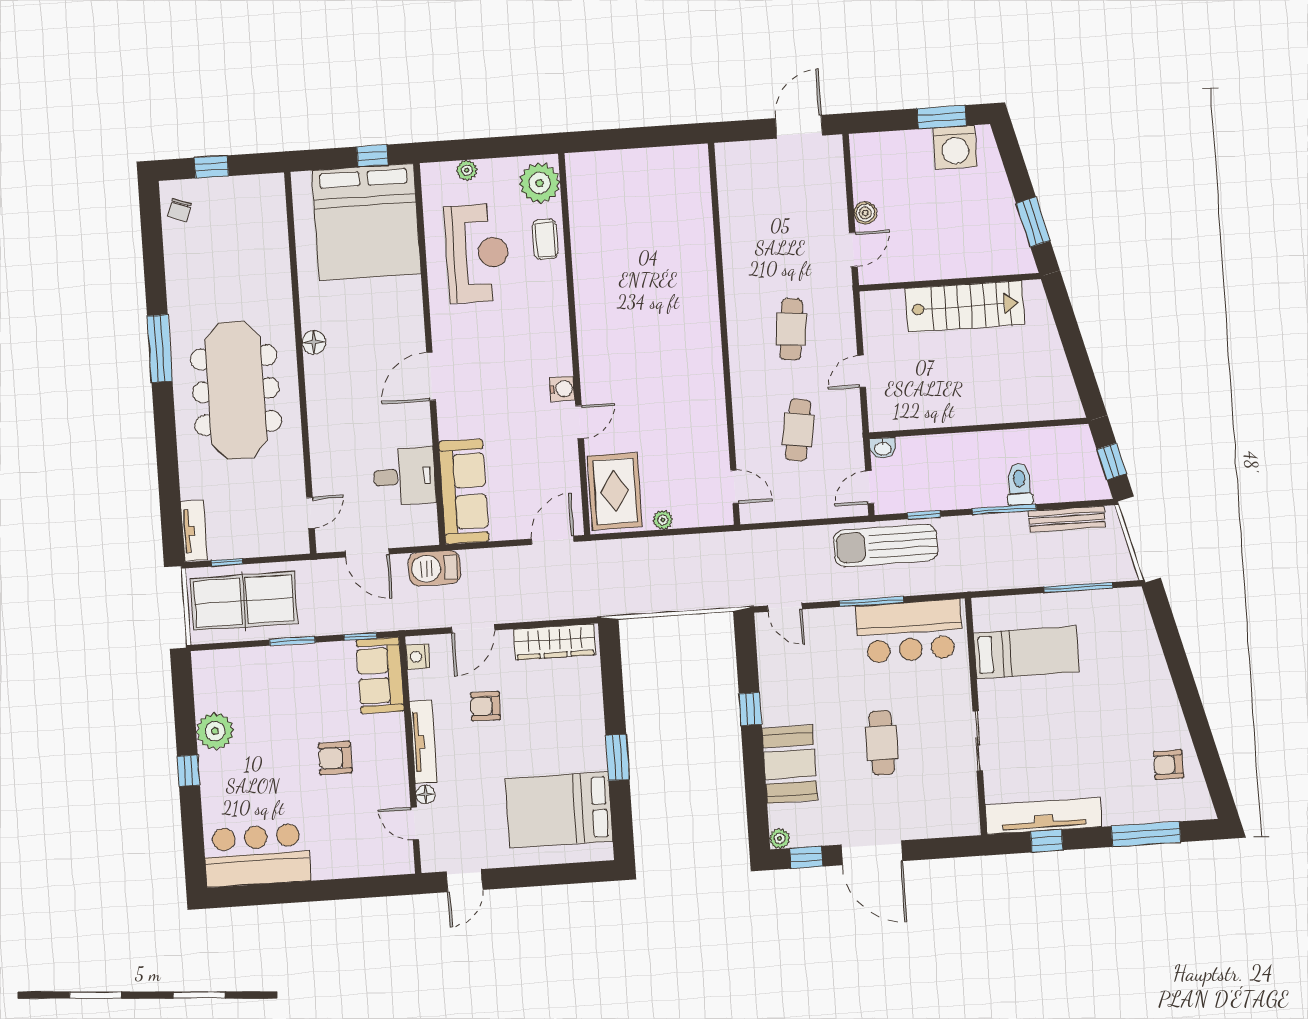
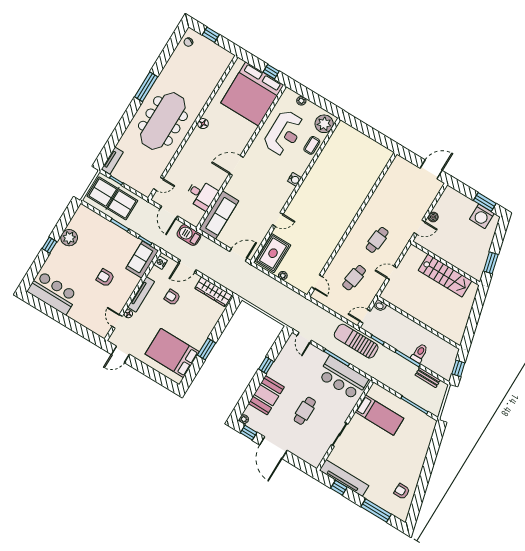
water cooler: (562, 389) -> (294, 179), moved
bench: (1067, 519) -> (428, 378), width x0.73

